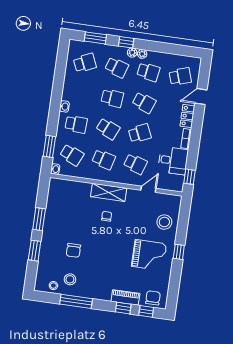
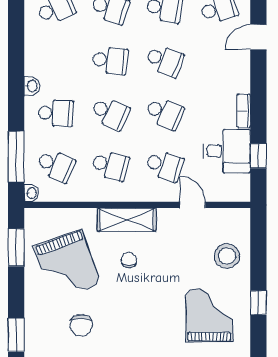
locker: (187, 116) -> (240, 73), removed
school desk: (140, 133) -> (164, 113), turned 48
window: (49, 146) -> (16, 157), width x1.44
window: (190, 177) -> (258, 156), moved
door: (148, 189) -> (193, 205), hinge flipped
grand piano: (70, 214) -> (67, 265), added
window: (39, 219) -> (16, 247), moved
grand piano: (149, 255) -> (209, 315), turned -90

